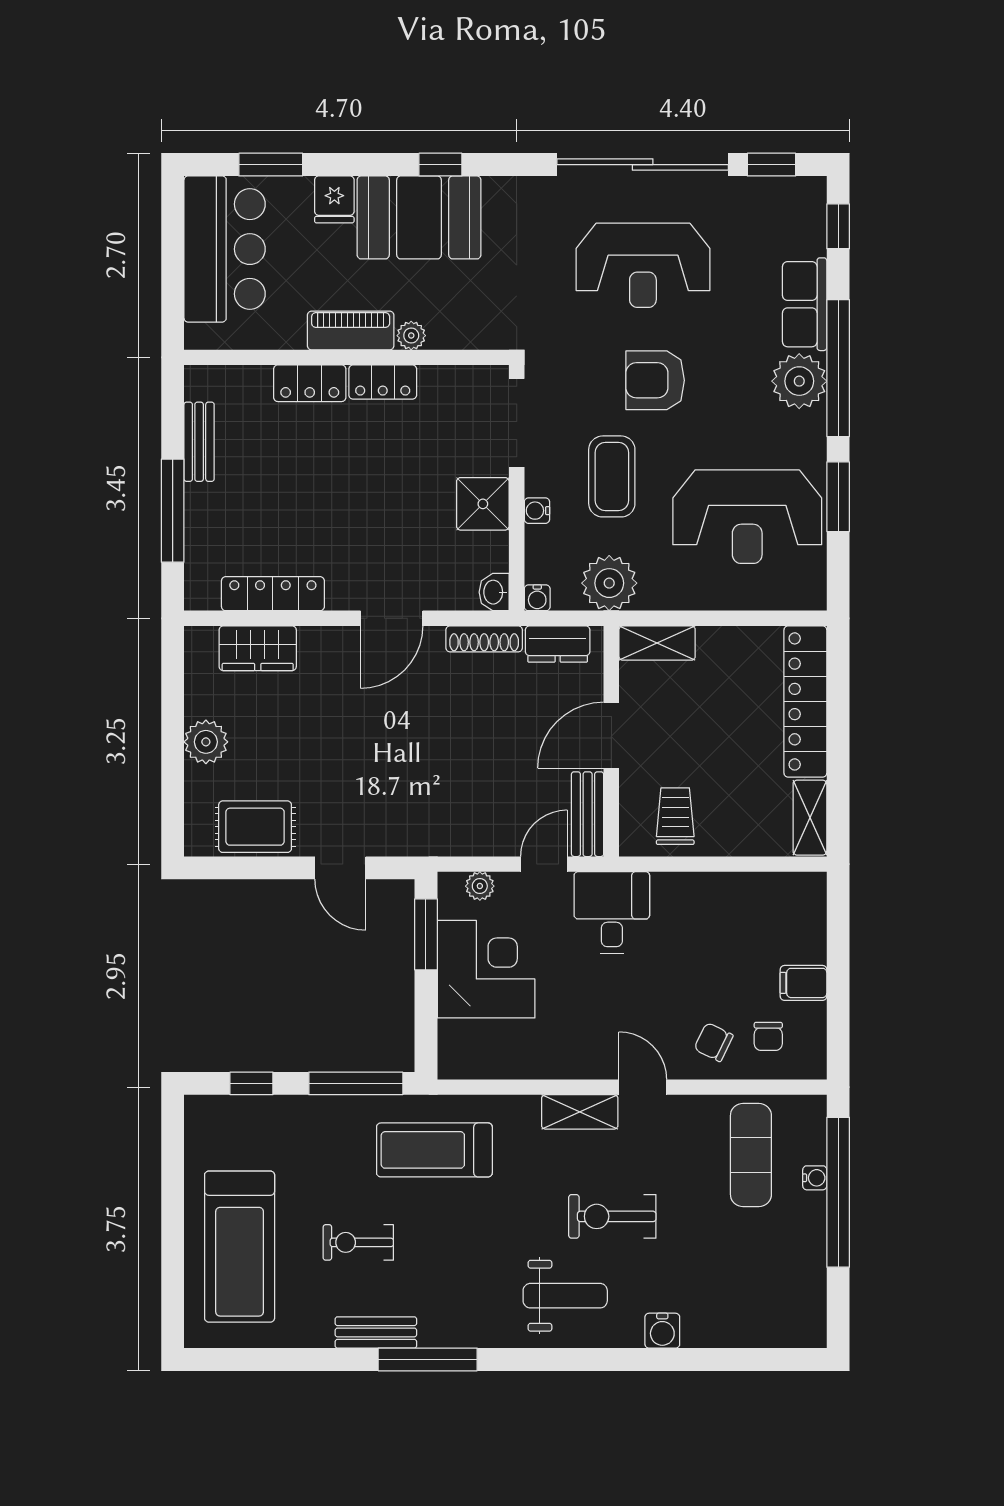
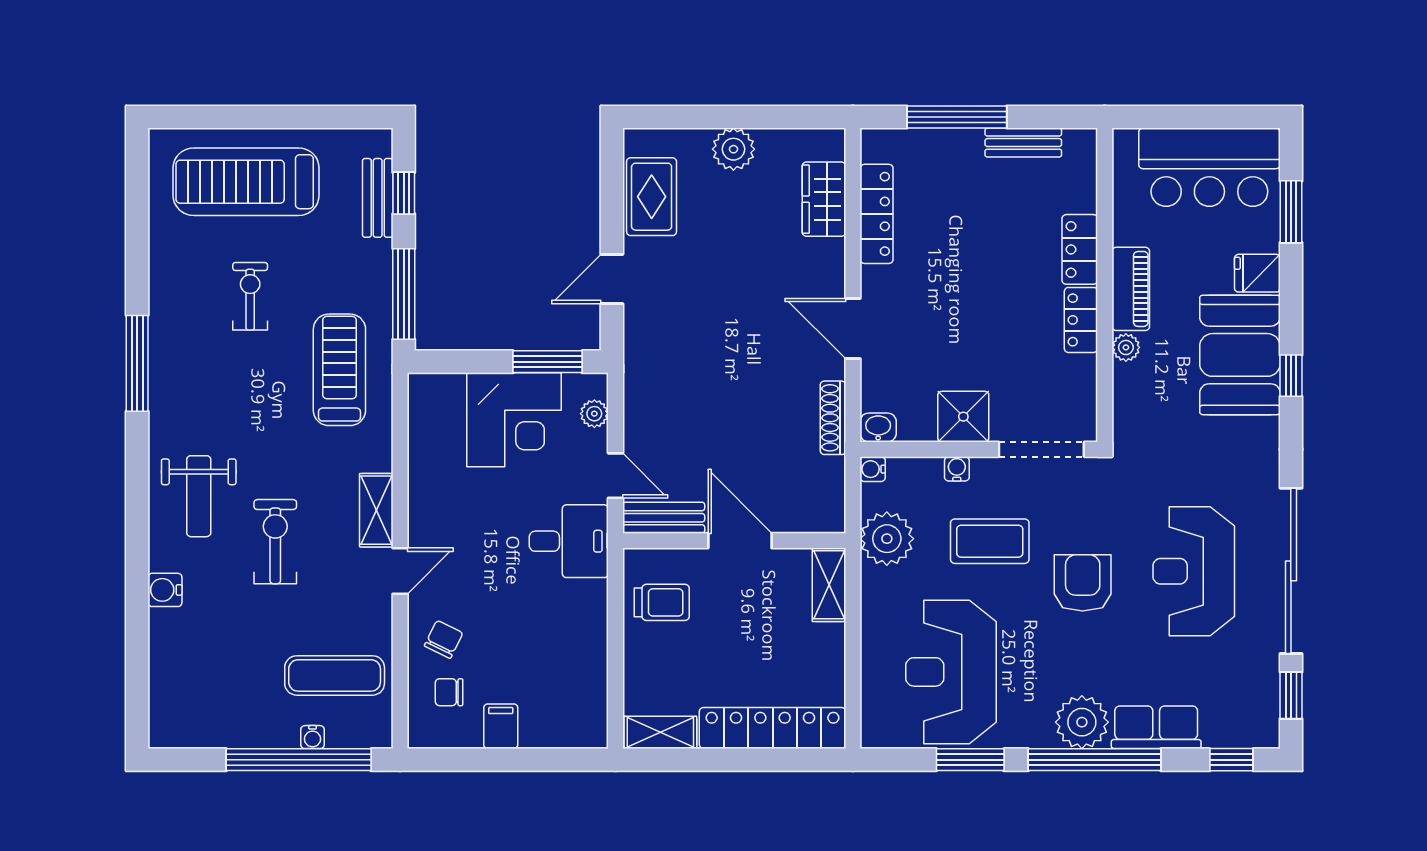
dresser: (558, 644) -> (828, 489), removed
bench: (376, 1332) -> (378, 198), moved

